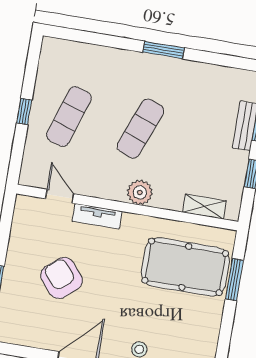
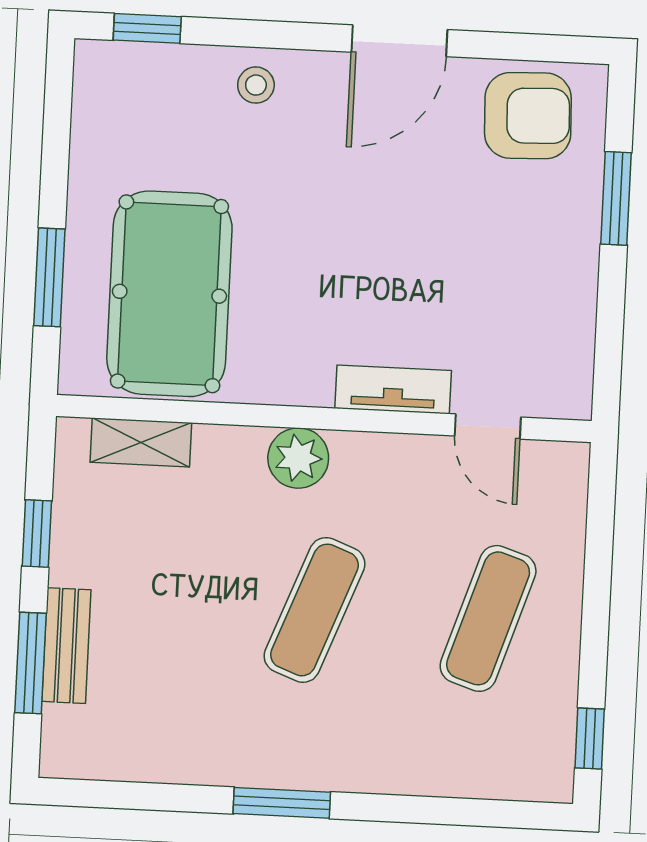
window: (24, 111) -> (590, 738), moved
pool table: (185, 267) -> (169, 294), turned 90
armchair: (61, 278) -> (528, 116), moved, turned -52

